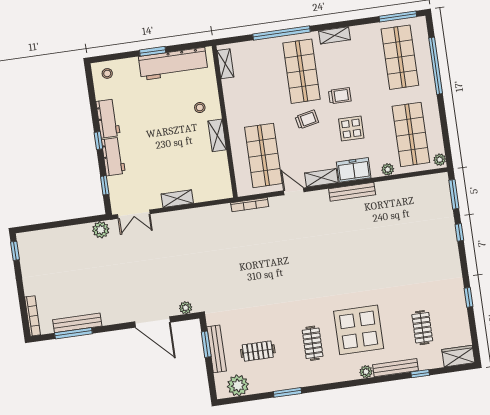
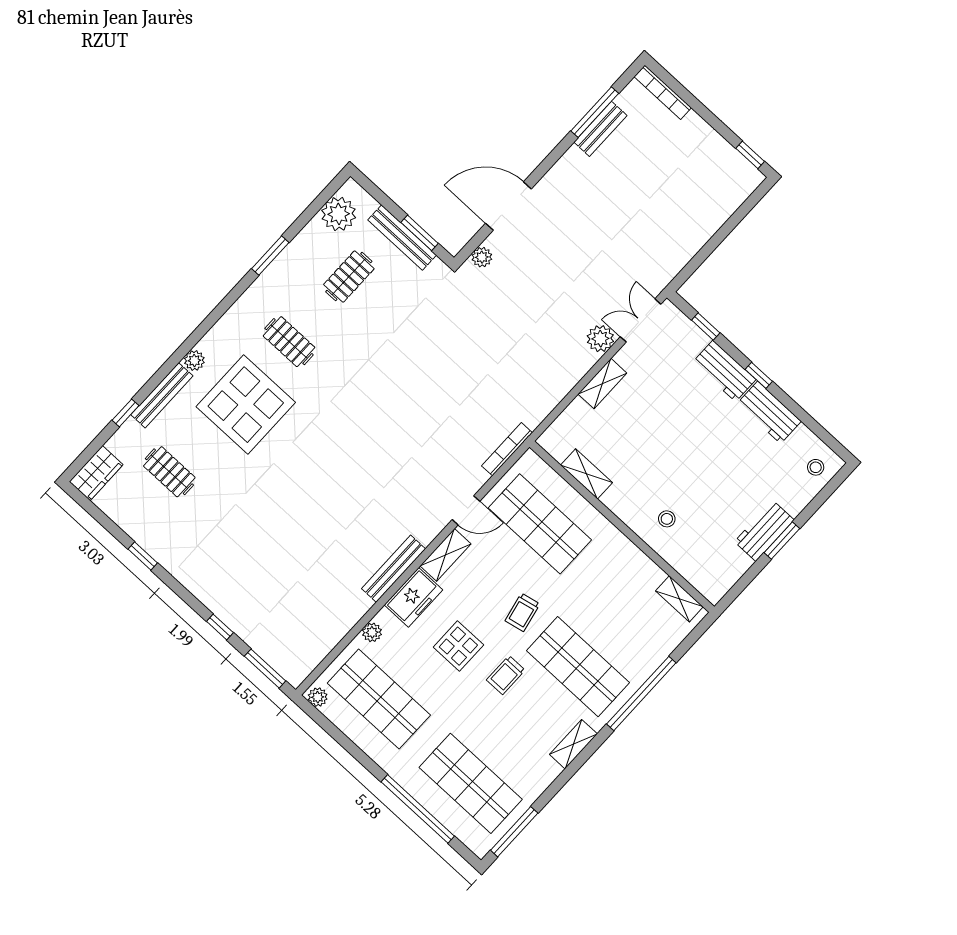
workbench: (173, 64) -> (764, 531), width x0.53, depth x0.76
shelving: (217, 135) -> (586, 474), moved
plant: (101, 230) -> (600, 339), moved
bench: (77, 323) -> (600, 129), width x0.73

